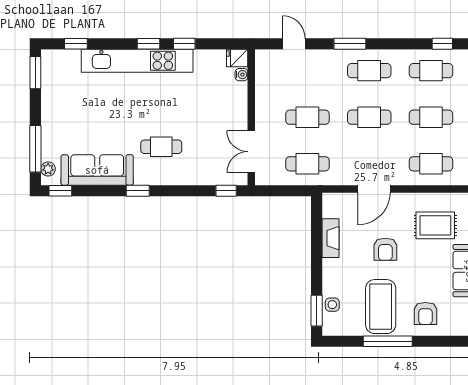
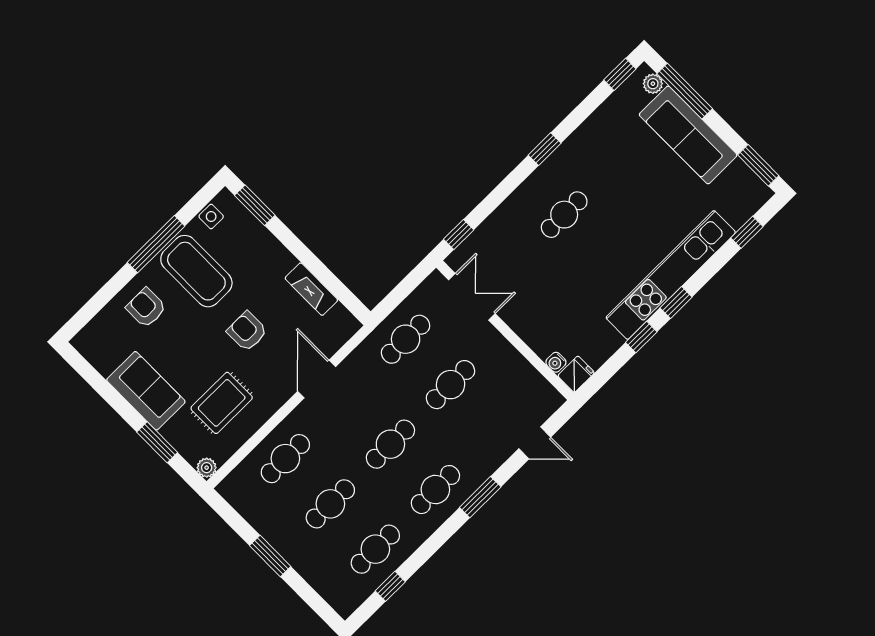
sofa: (97, 170) -> (688, 135), moved, turned 90
side table: (332, 305) -> (211, 217), moved

